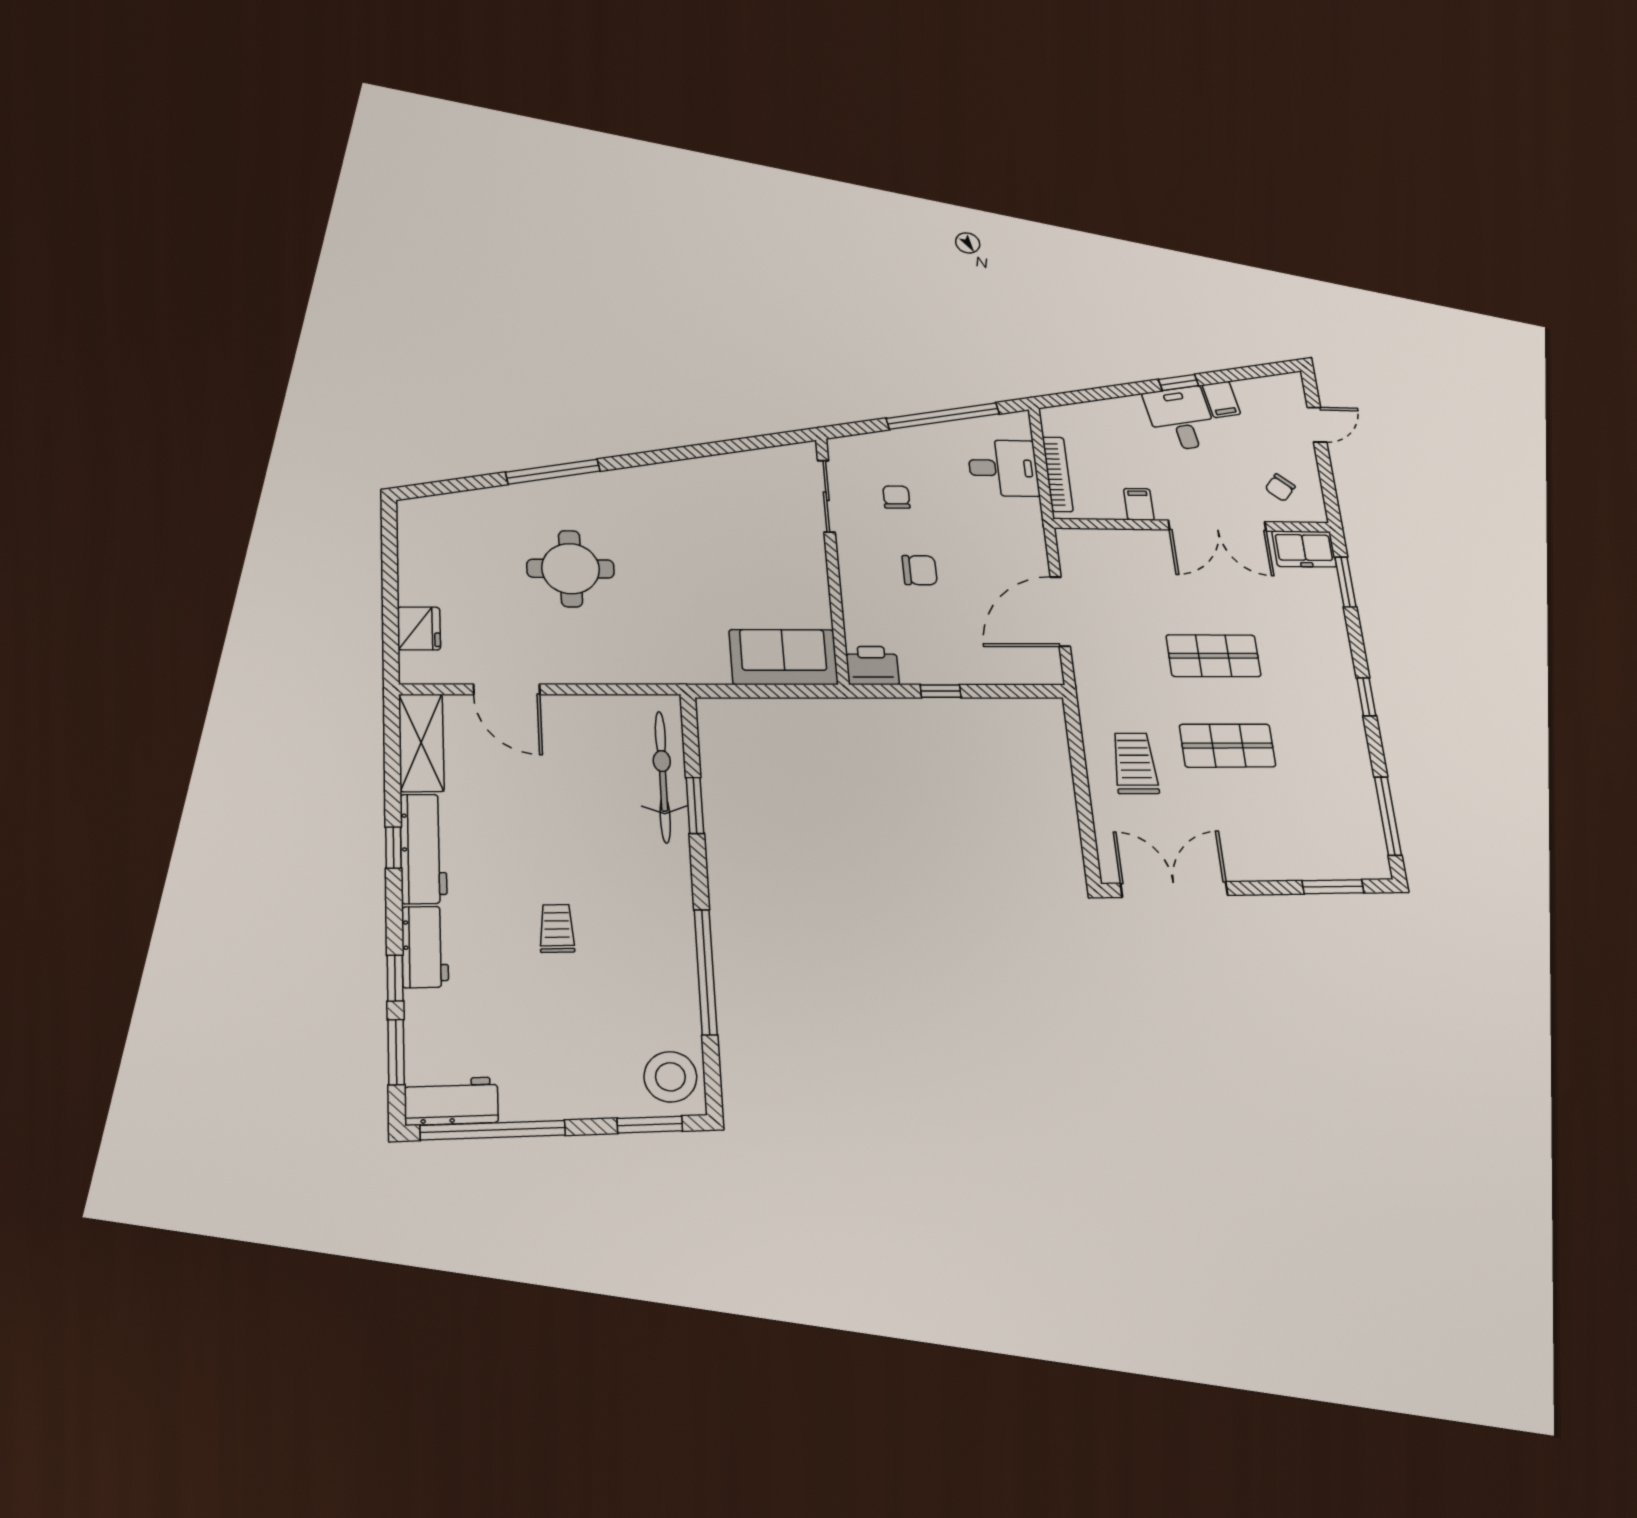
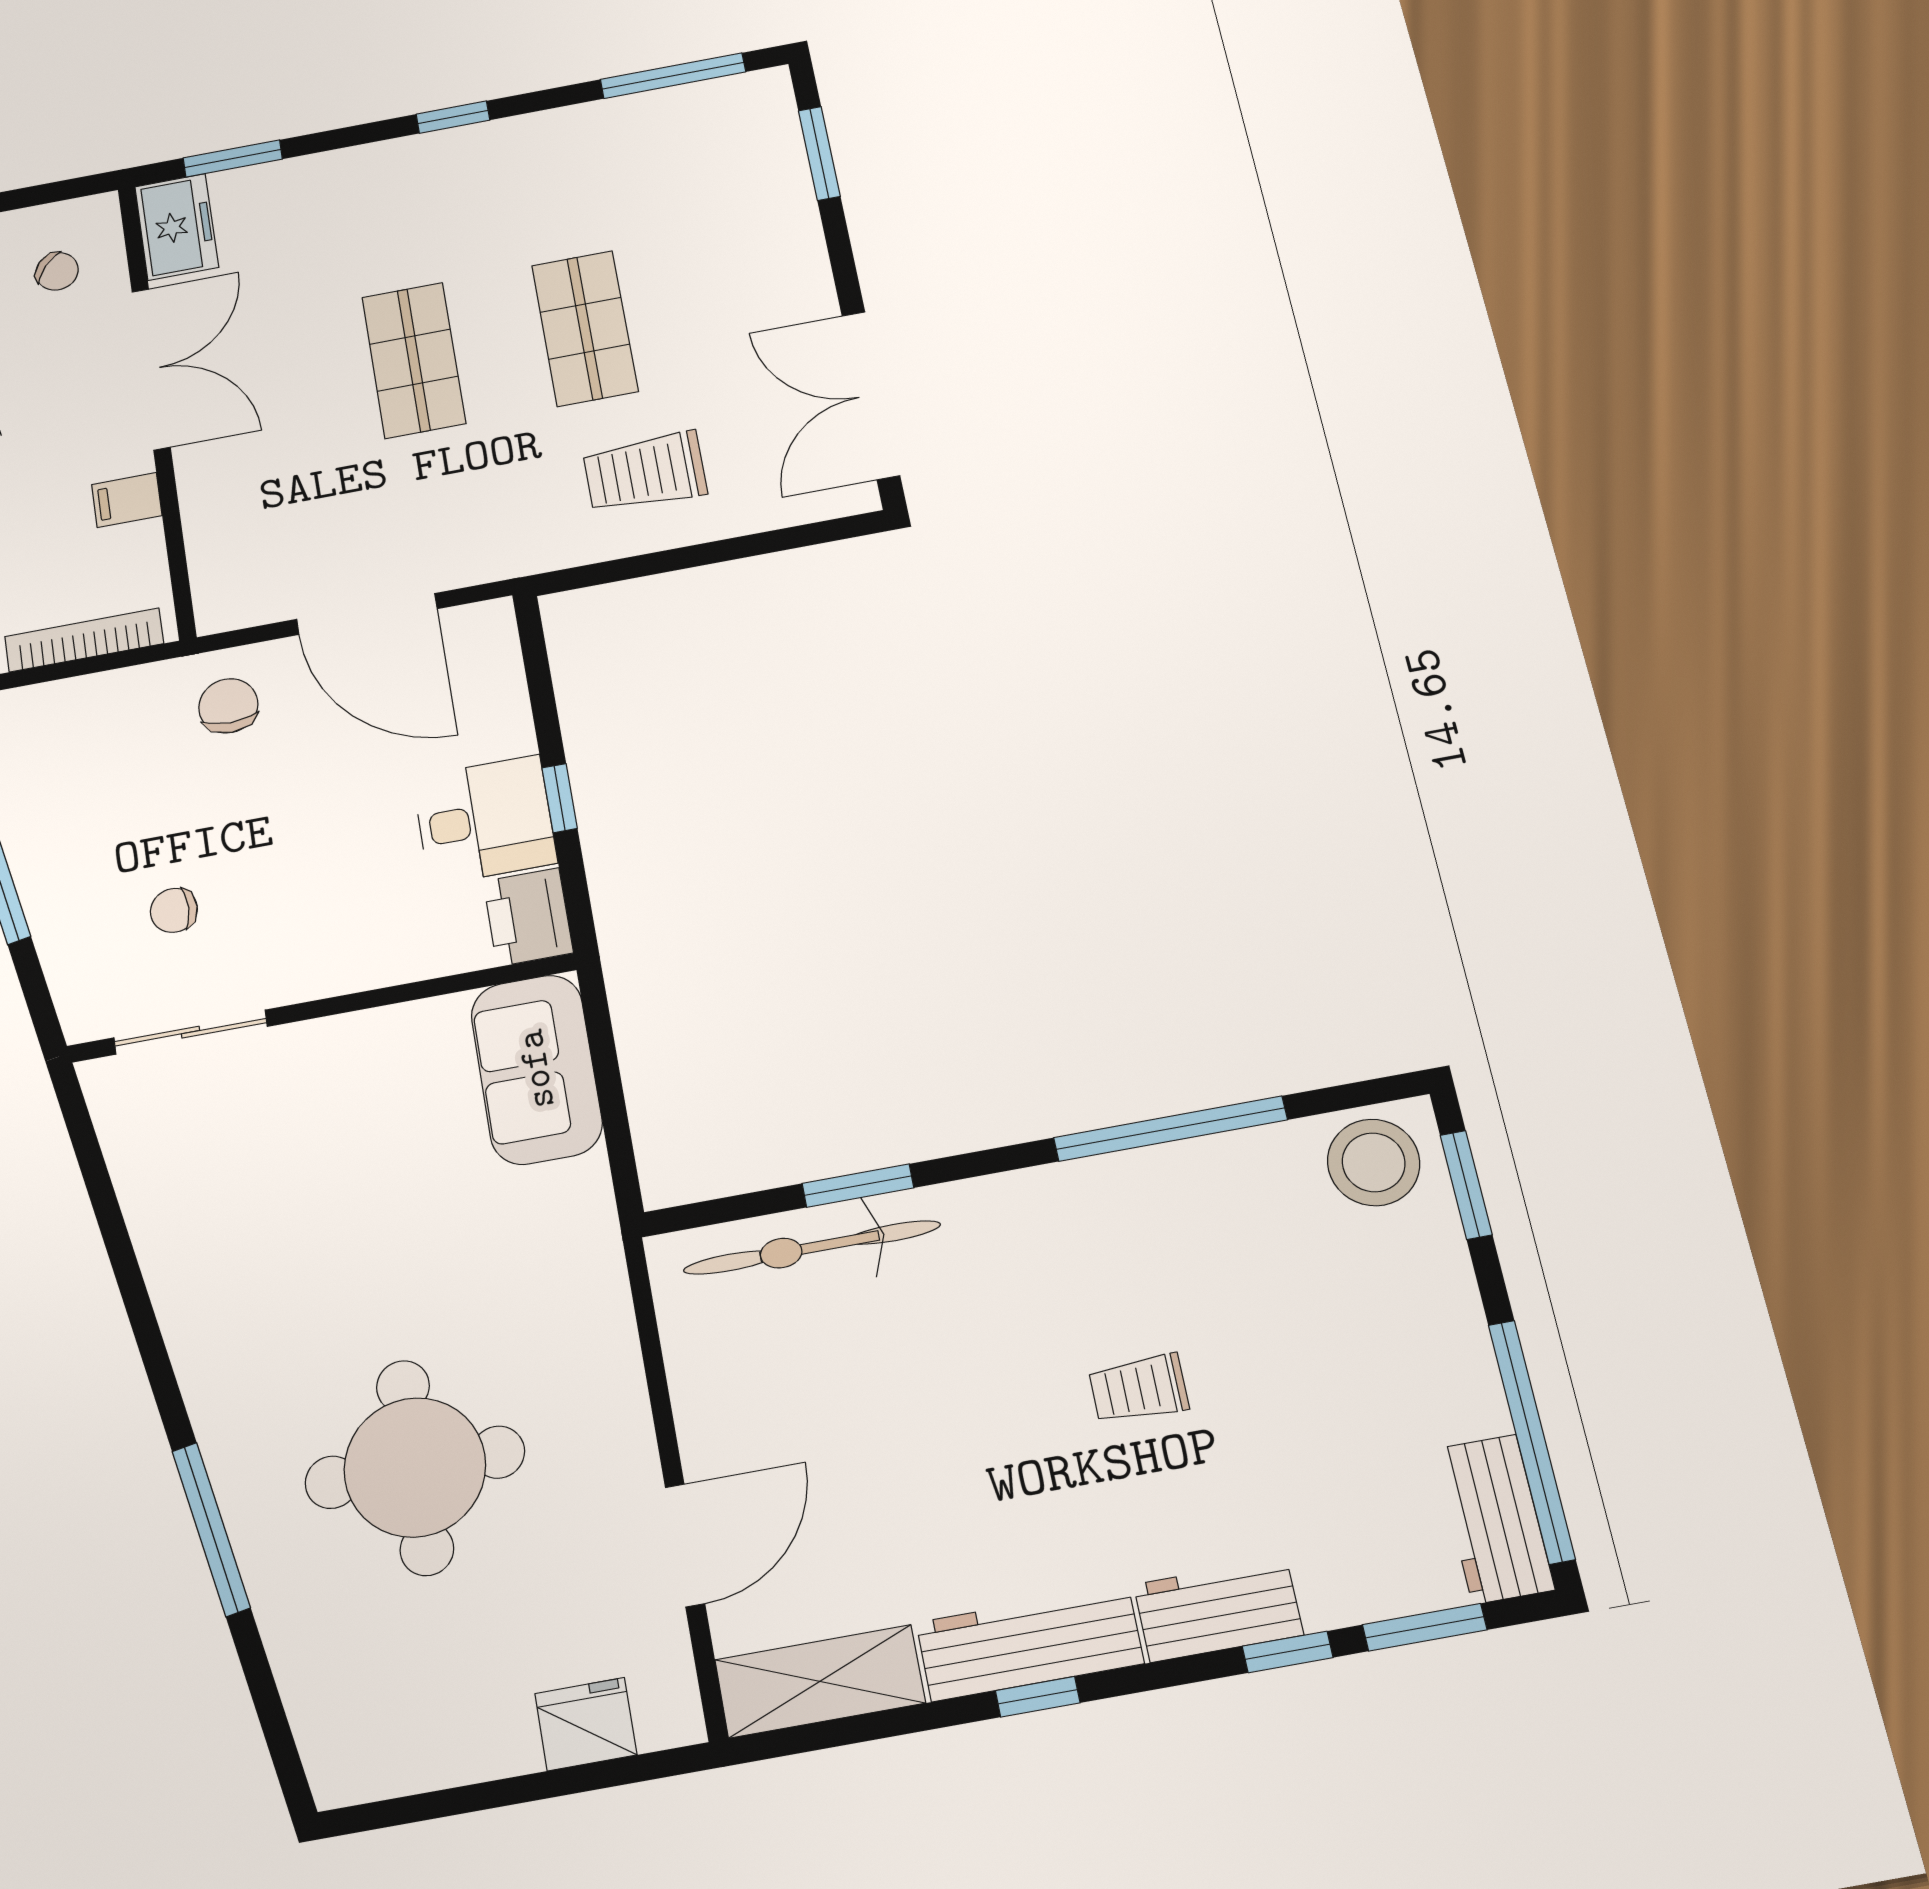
desk: (1003, 468) -> (485, 820), moved, turned 90
round table: (571, 569) -> (415, 1467), width x1.36, depth x1.36
chair: (920, 570) -> (228, 706), moved

